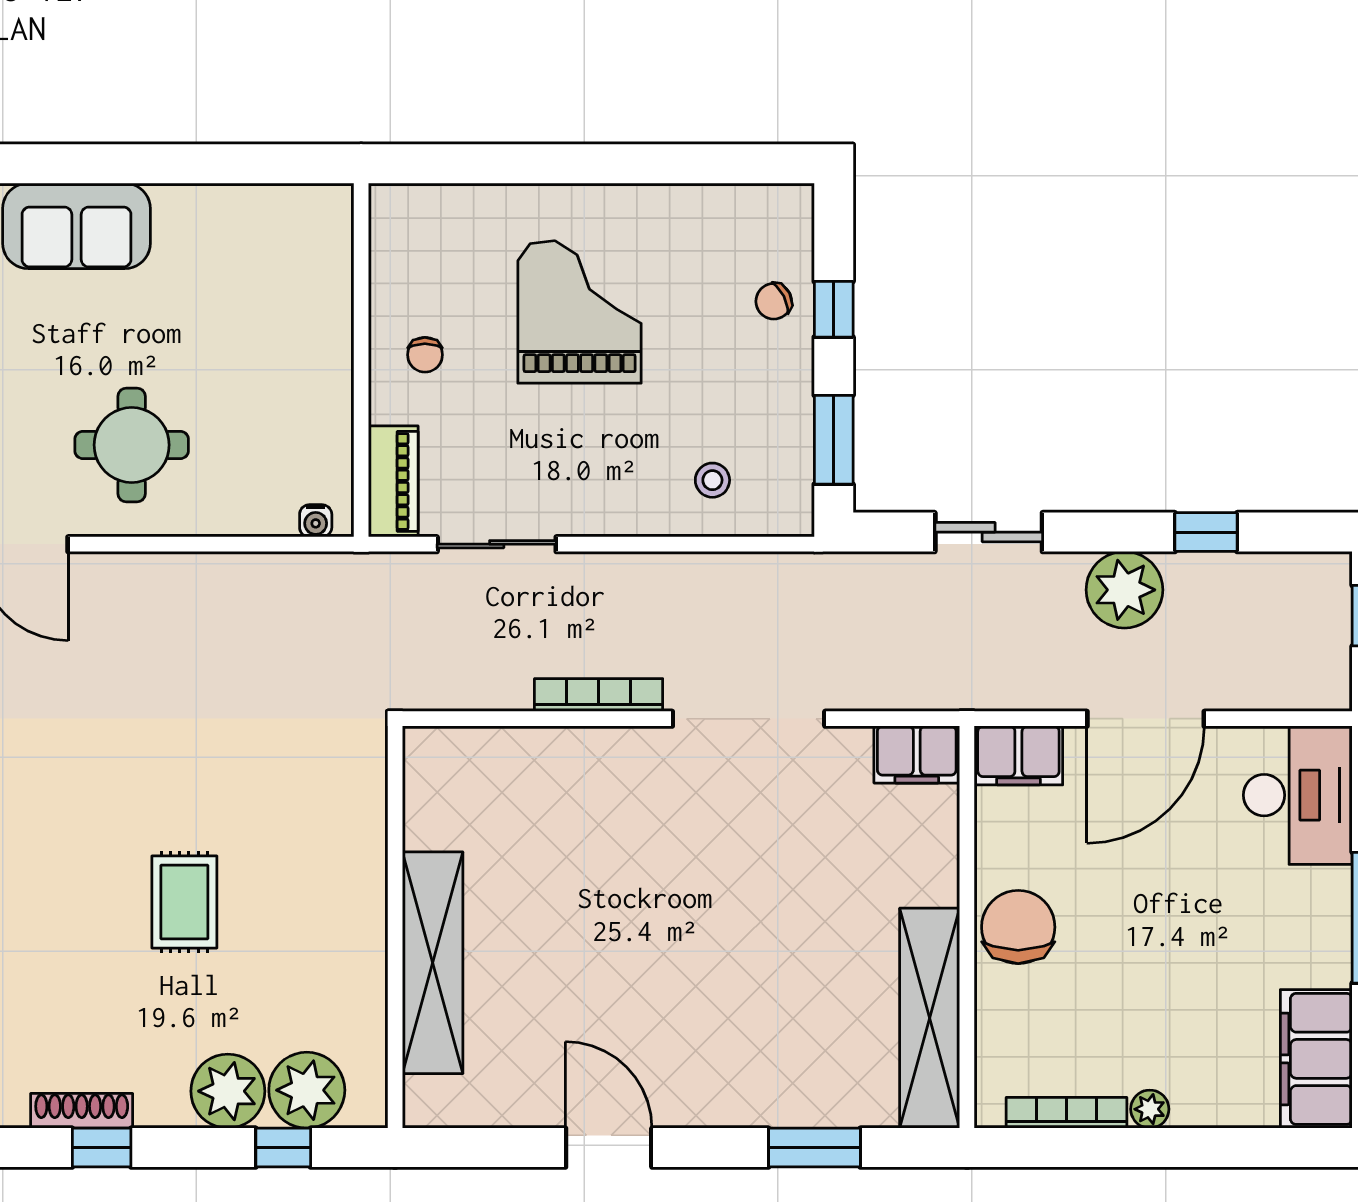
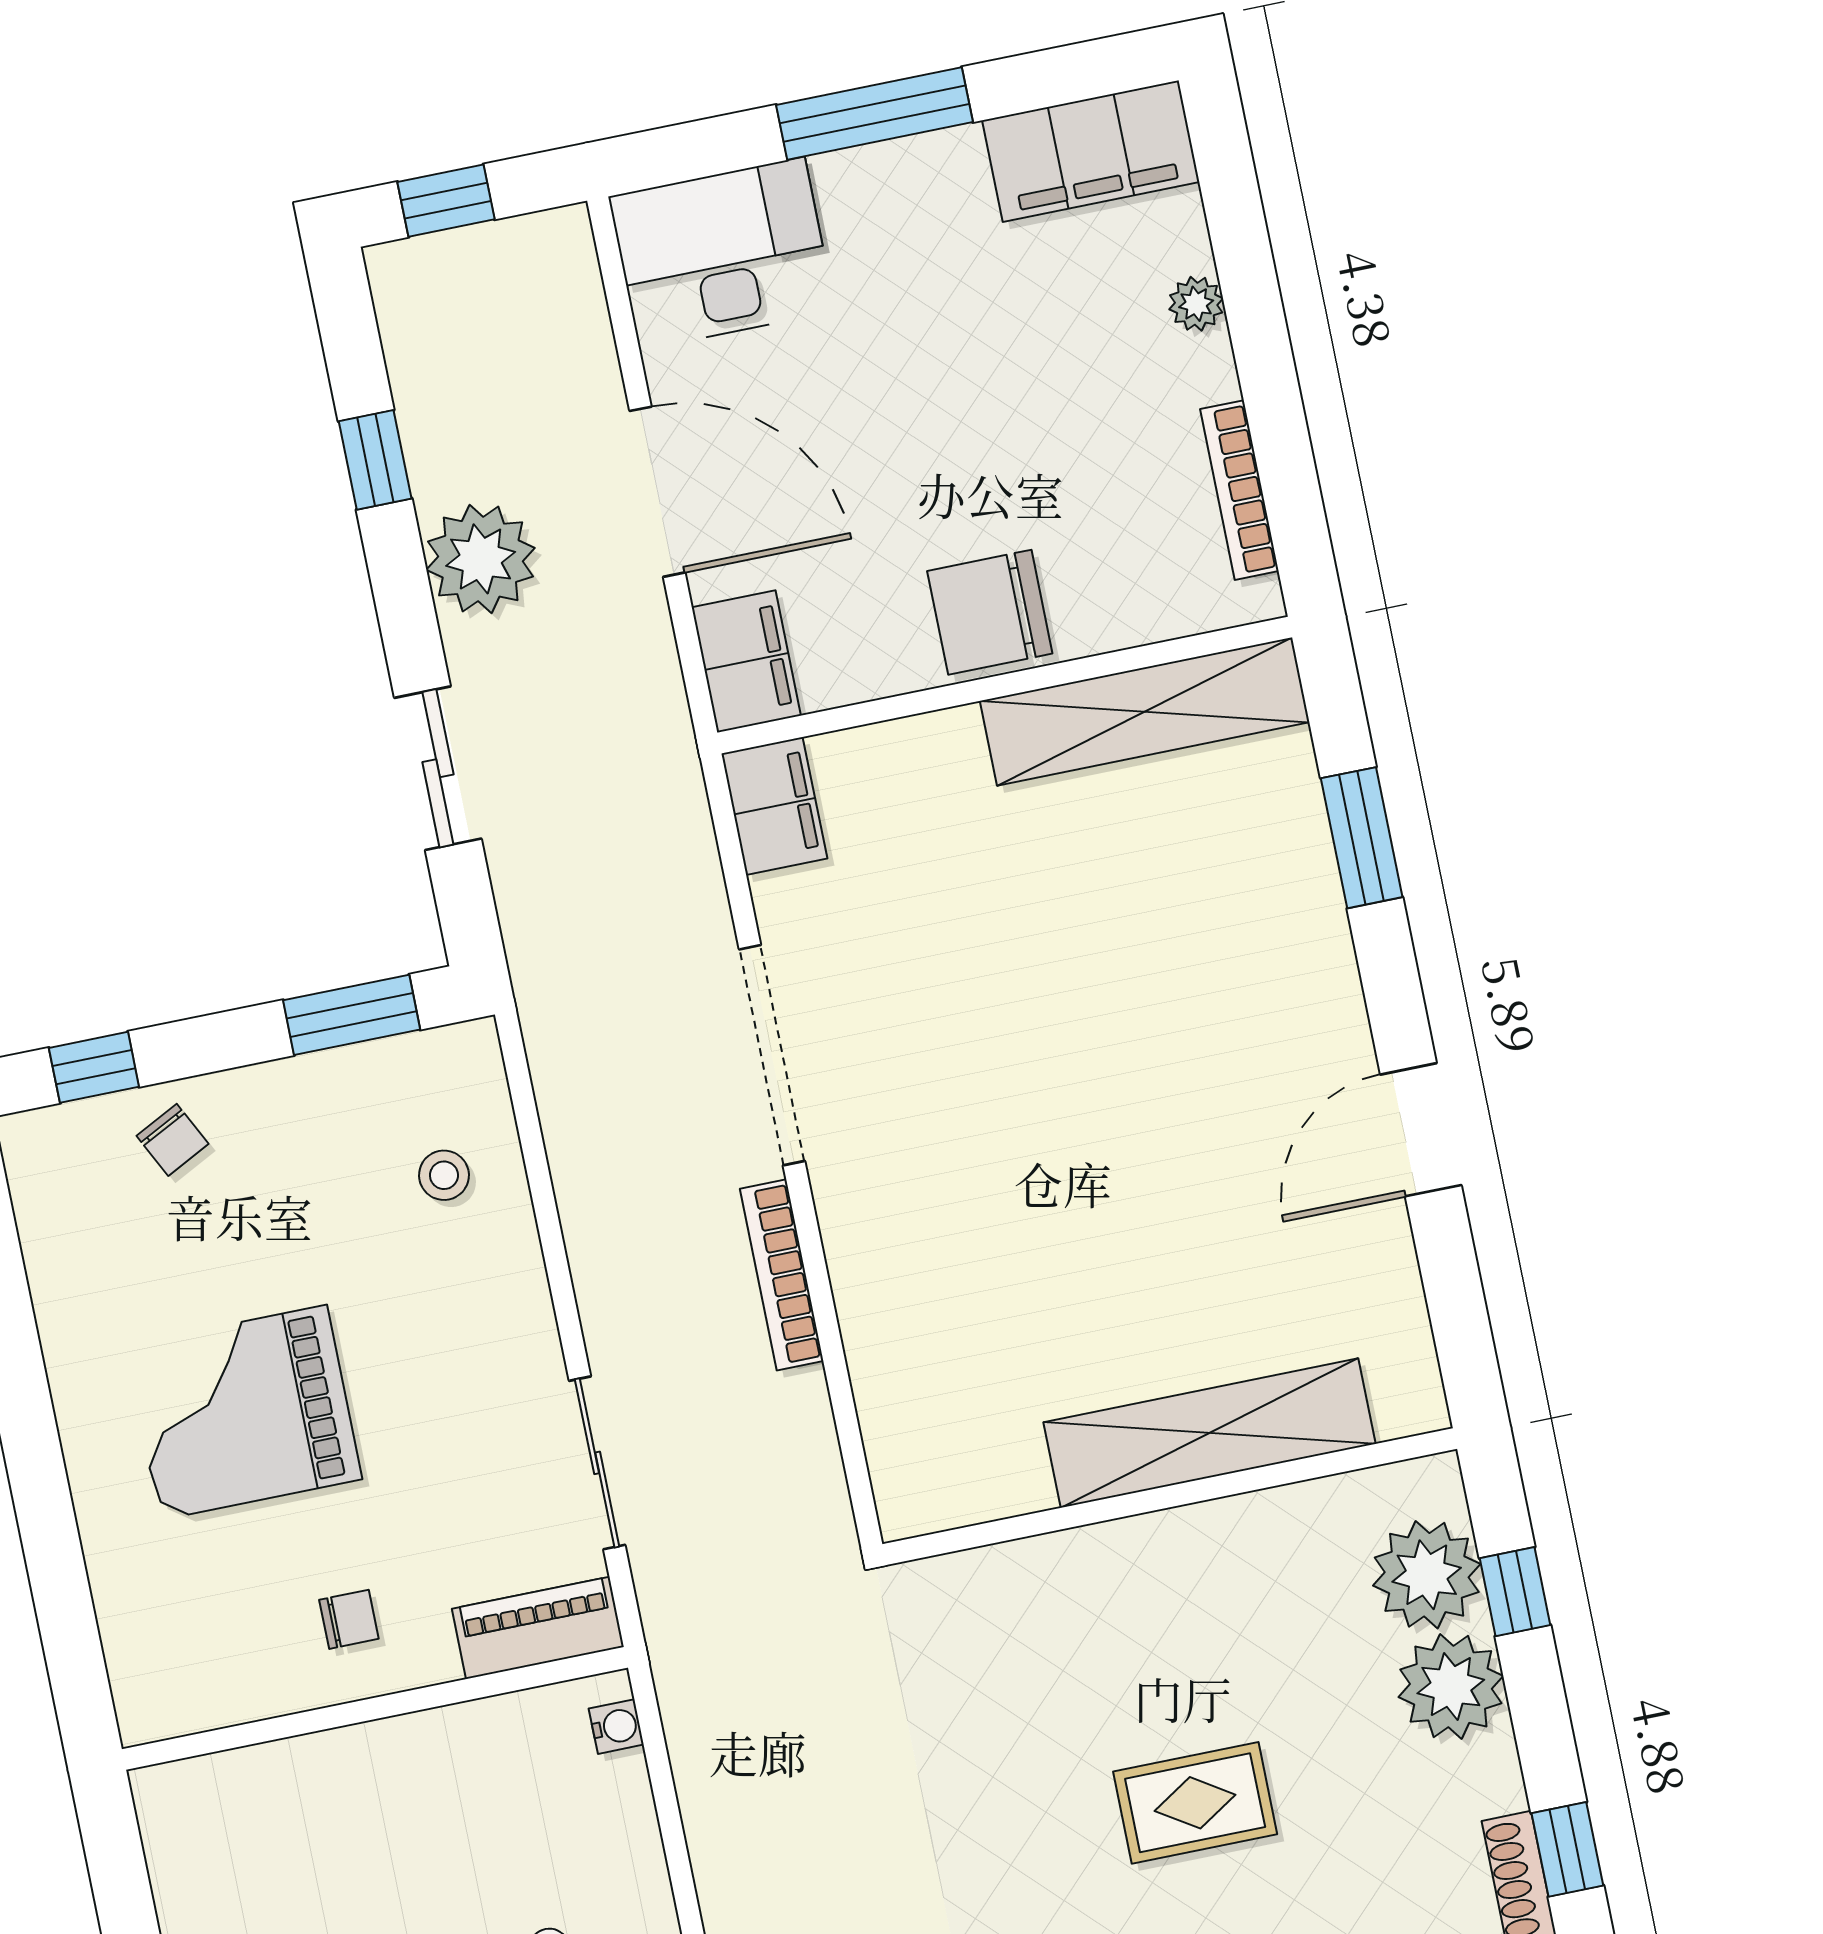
window: (834, 309) -> (94, 1067), moved
plant: (1150, 1109) -> (1196, 304), moved

